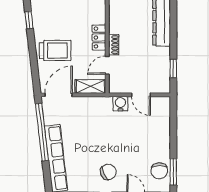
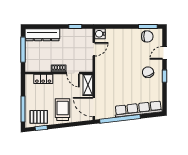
pallet: (45, 16) -> (39, 117), added
locker: (99, 37) -> (43, 79), moved
water cooler: (120, 104) -> (100, 34), moved

